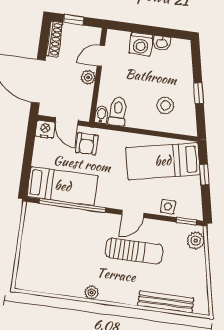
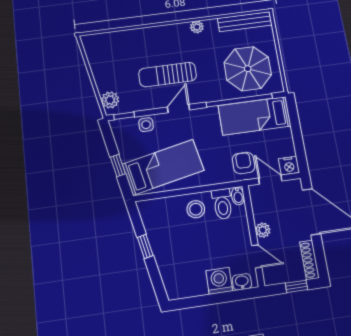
washbasin: (162, 43) -> (242, 282), moved
door: (101, 56) -> (257, 256), hinge flipped
stool: (165, 105) -> (196, 209), moved
parasol: (54, 235) -> (248, 69), added
bench: (166, 302) -> (245, 22), moved

